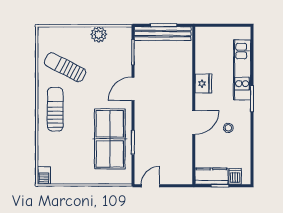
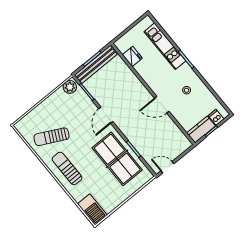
plant: (99, 34) -> (70, 87), moved
fridge: (203, 84) -> (132, 56), moved
door: (194, 122) -> (162, 105), swing flipped
barbecue: (44, 175) -> (92, 209), width x1.88, depth x1.53
door: (150, 186) -> (167, 167), hinge flipped

